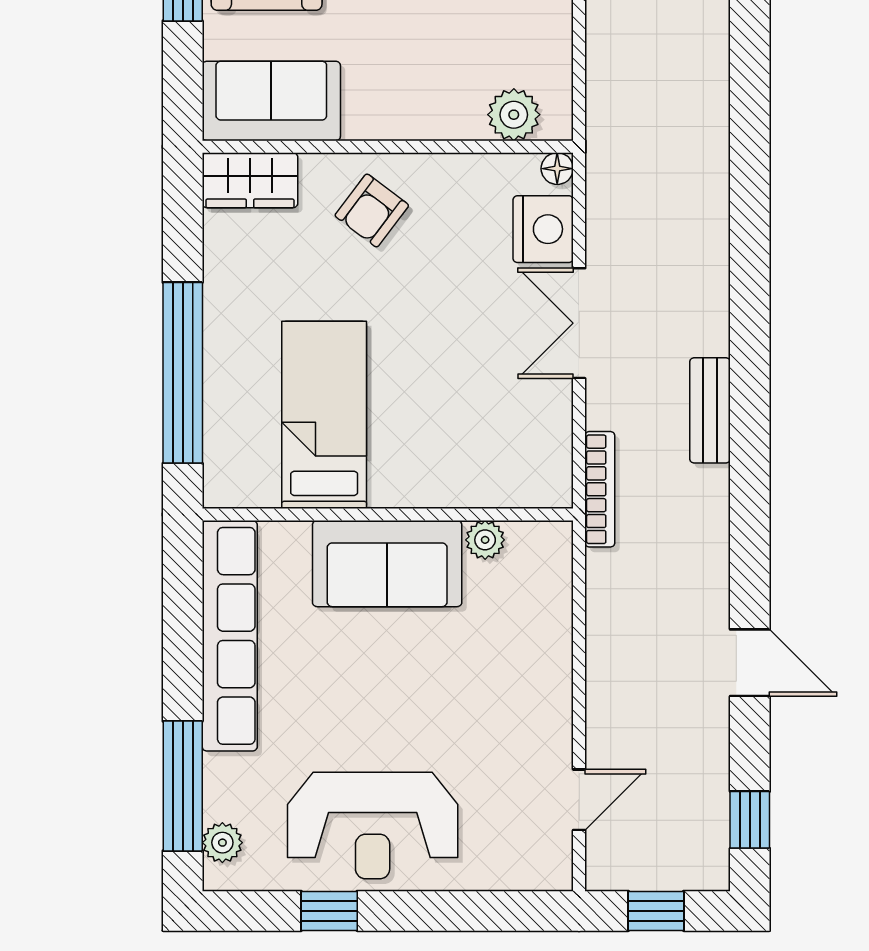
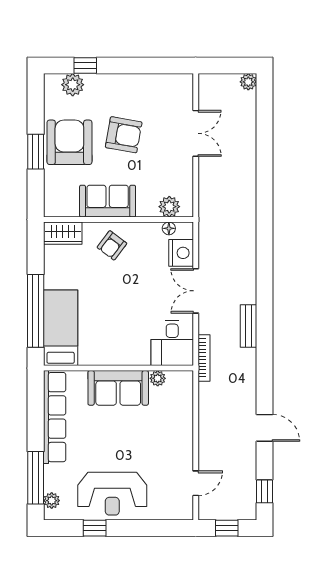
sofa: (271, 101) -> (108, 201), moved
floor lamp: (557, 169) -> (169, 228), moved
bed: (324, 415) -> (61, 328), moved
desk: (521, 452) -> (172, 343), added

